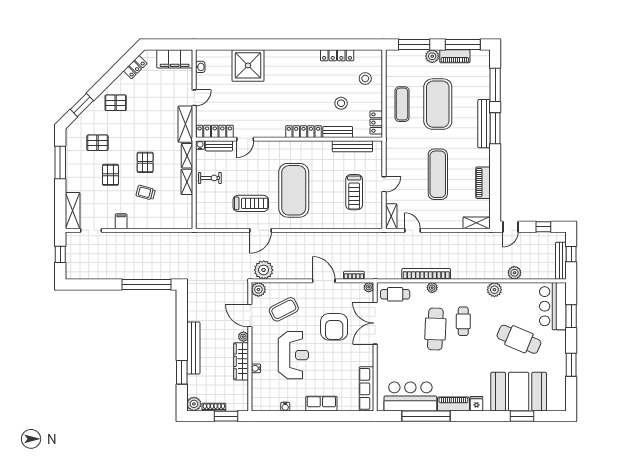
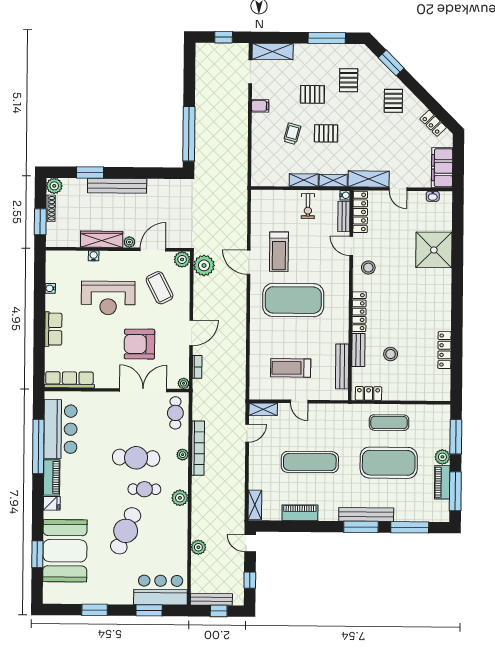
stool: (365, 78) -> (368, 268), moved
plant: (494, 290) -> (180, 498), moved
cafe table: (519, 339) -> (126, 531), moved

